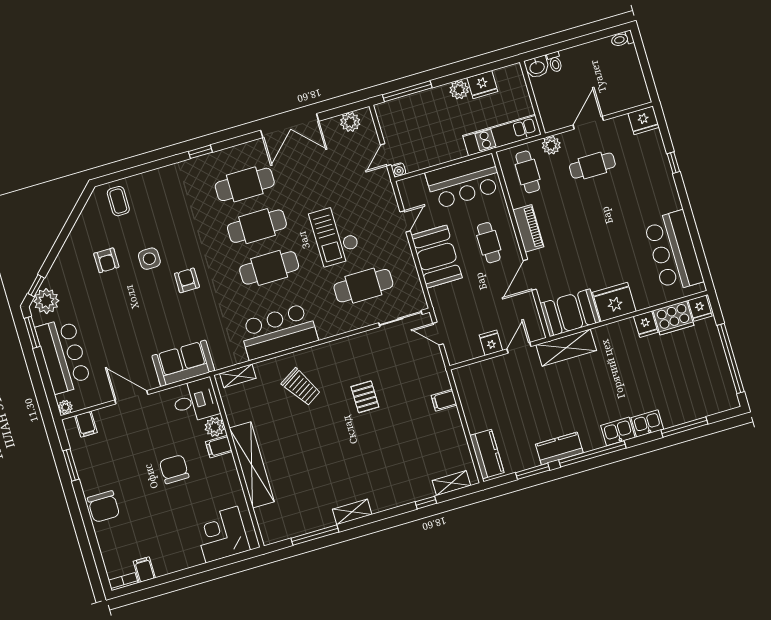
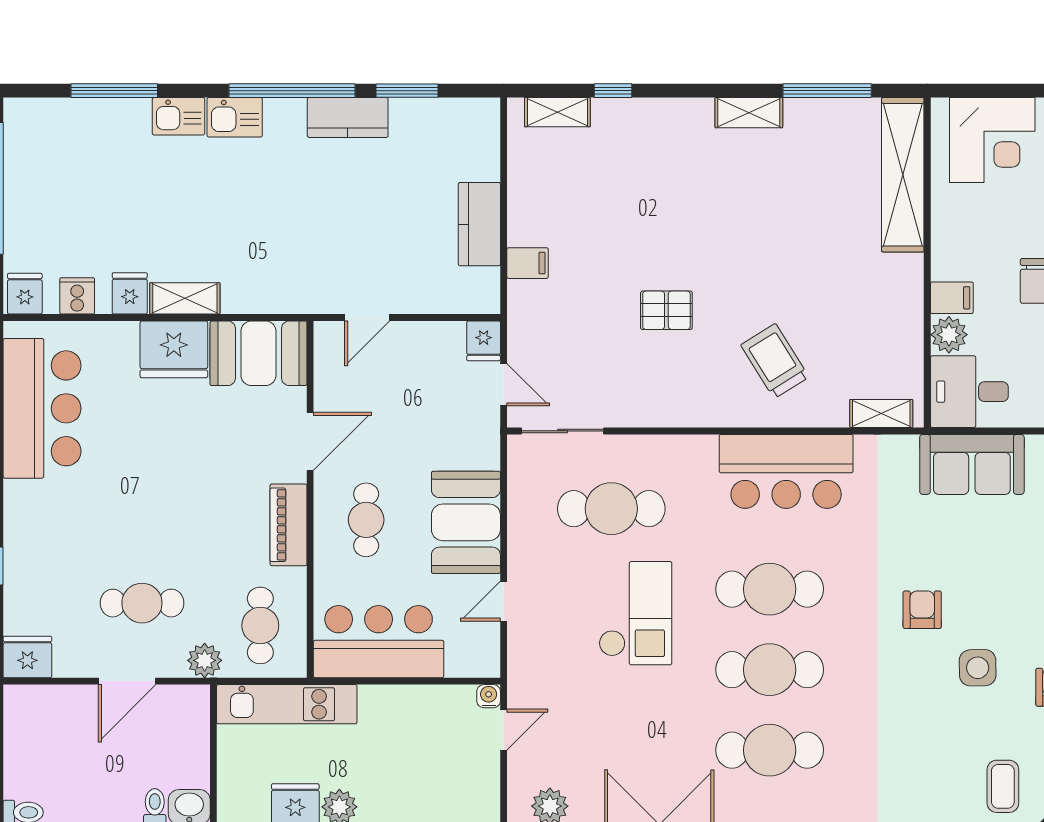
armchair: (187, 280) -> (922, 610), turned 180
cooker: (673, 318) -> (77, 296), width x0.53, depth x0.76
fridge: (491, 343) -> (484, 341), moved
shelving: (566, 348) -> (185, 298), moved, width x0.67, depth x0.75
pallet: (365, 397) -> (666, 310), turned 90
kitchen counter: (487, 454) -> (479, 224), moved
shelving: (252, 465) -> (903, 175), moved

